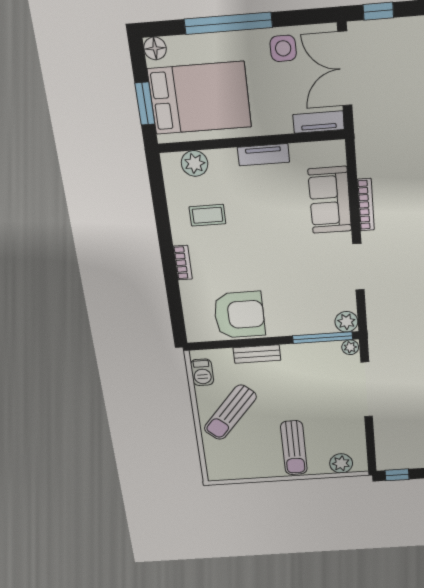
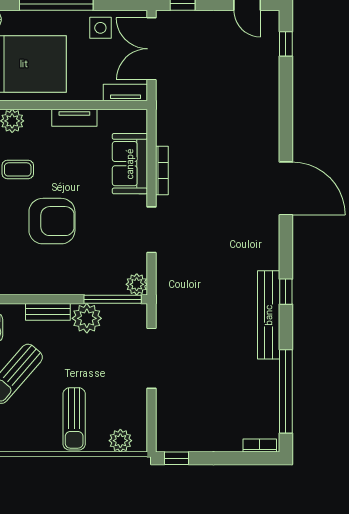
armchair: (239, 315) -> (52, 221), moved
plant: (350, 347) -> (87, 318), moved, width x1.88, depth x1.88

